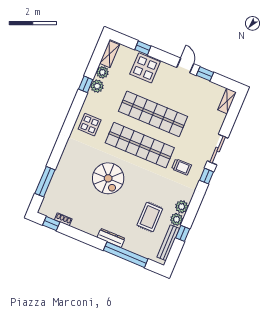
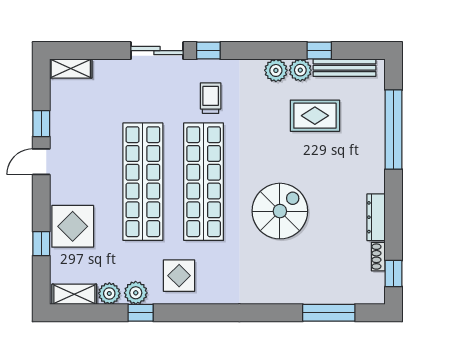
display table: (90, 125) -> (179, 276), moved
dresser: (111, 238) -> (376, 217), moved

